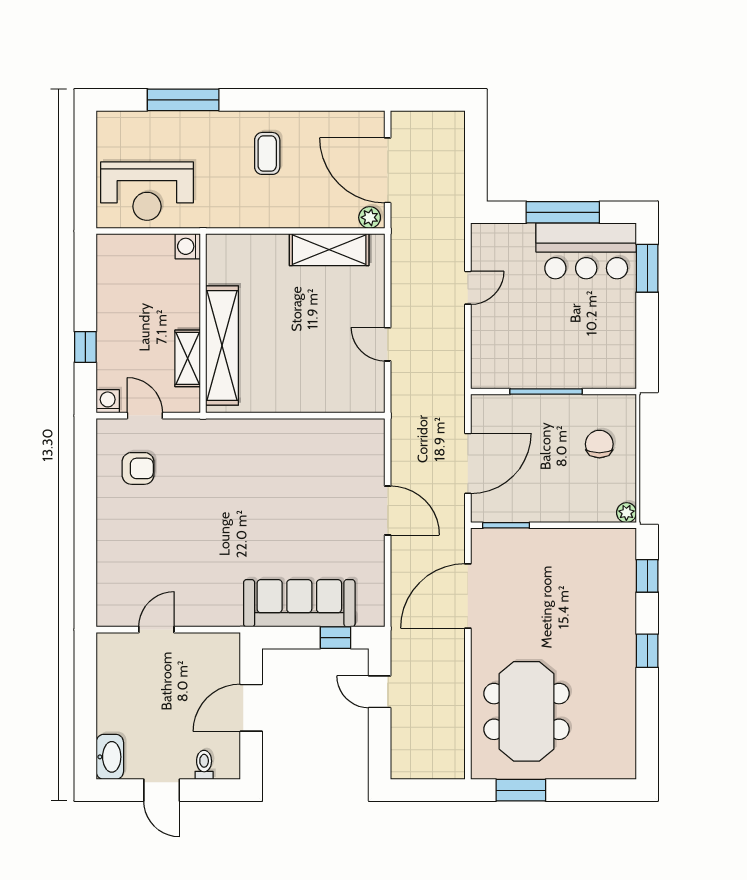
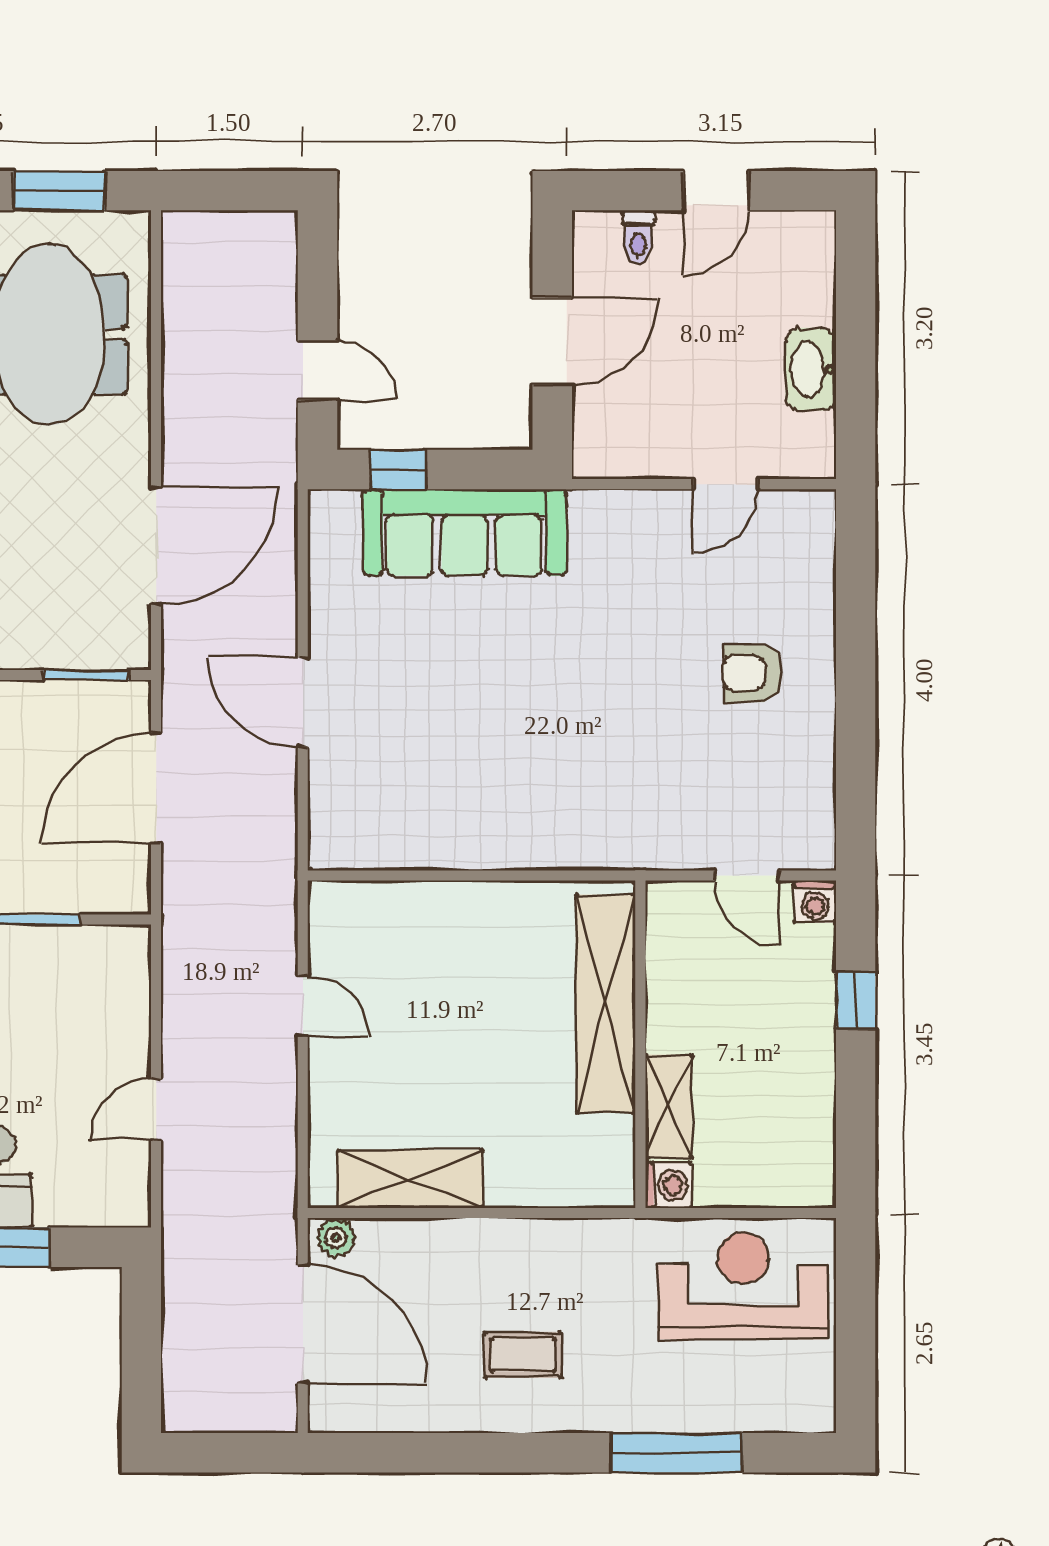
coffee table: (267, 153) -> (523, 1355), turned 90
shelving: (188, 358) -> (669, 1106), moved
armchair: (138, 468) -> (752, 673), moved
washbasin: (110, 757) -> (811, 369), moved
door: (162, 790) -> (716, 191), swing flipped

